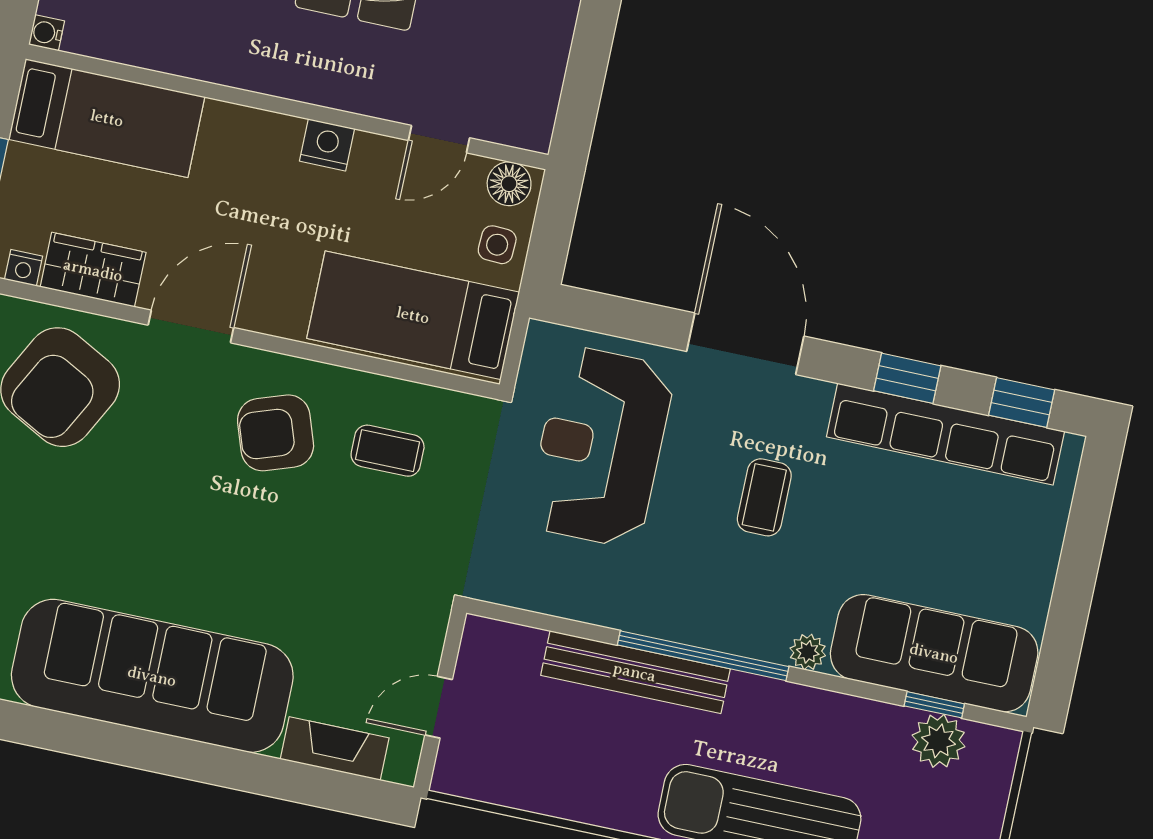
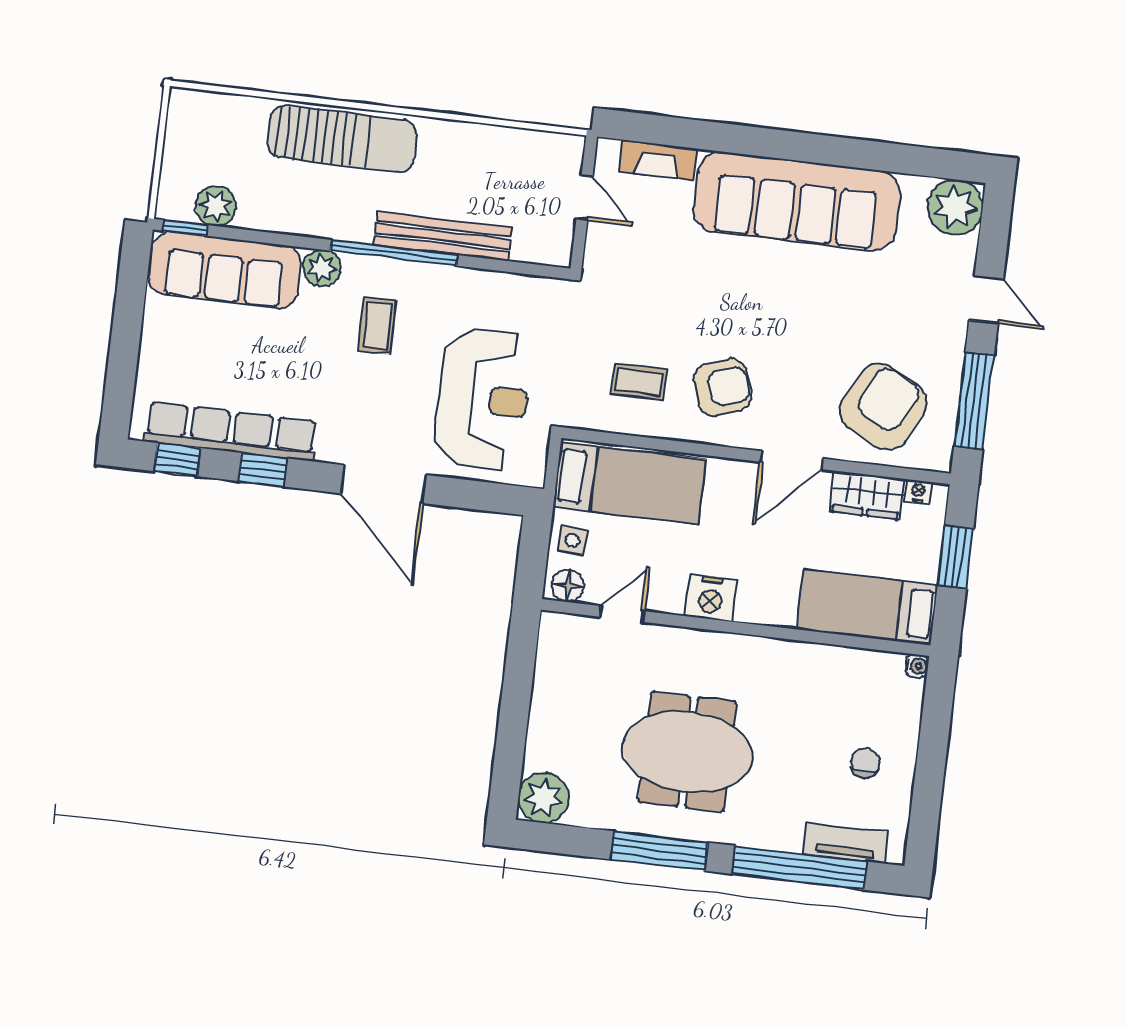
nightstand: (327, 145) -> (711, 598), width x1.36, depth x1.33
coffee table: (764, 497) -> (377, 326), moved
plant: (808, 652) -> (322, 268), width x1.38, depth x1.38
window: (934, 705) -> (185, 228), moved
door: (439, 707) -> (584, 197), hinge flipped

